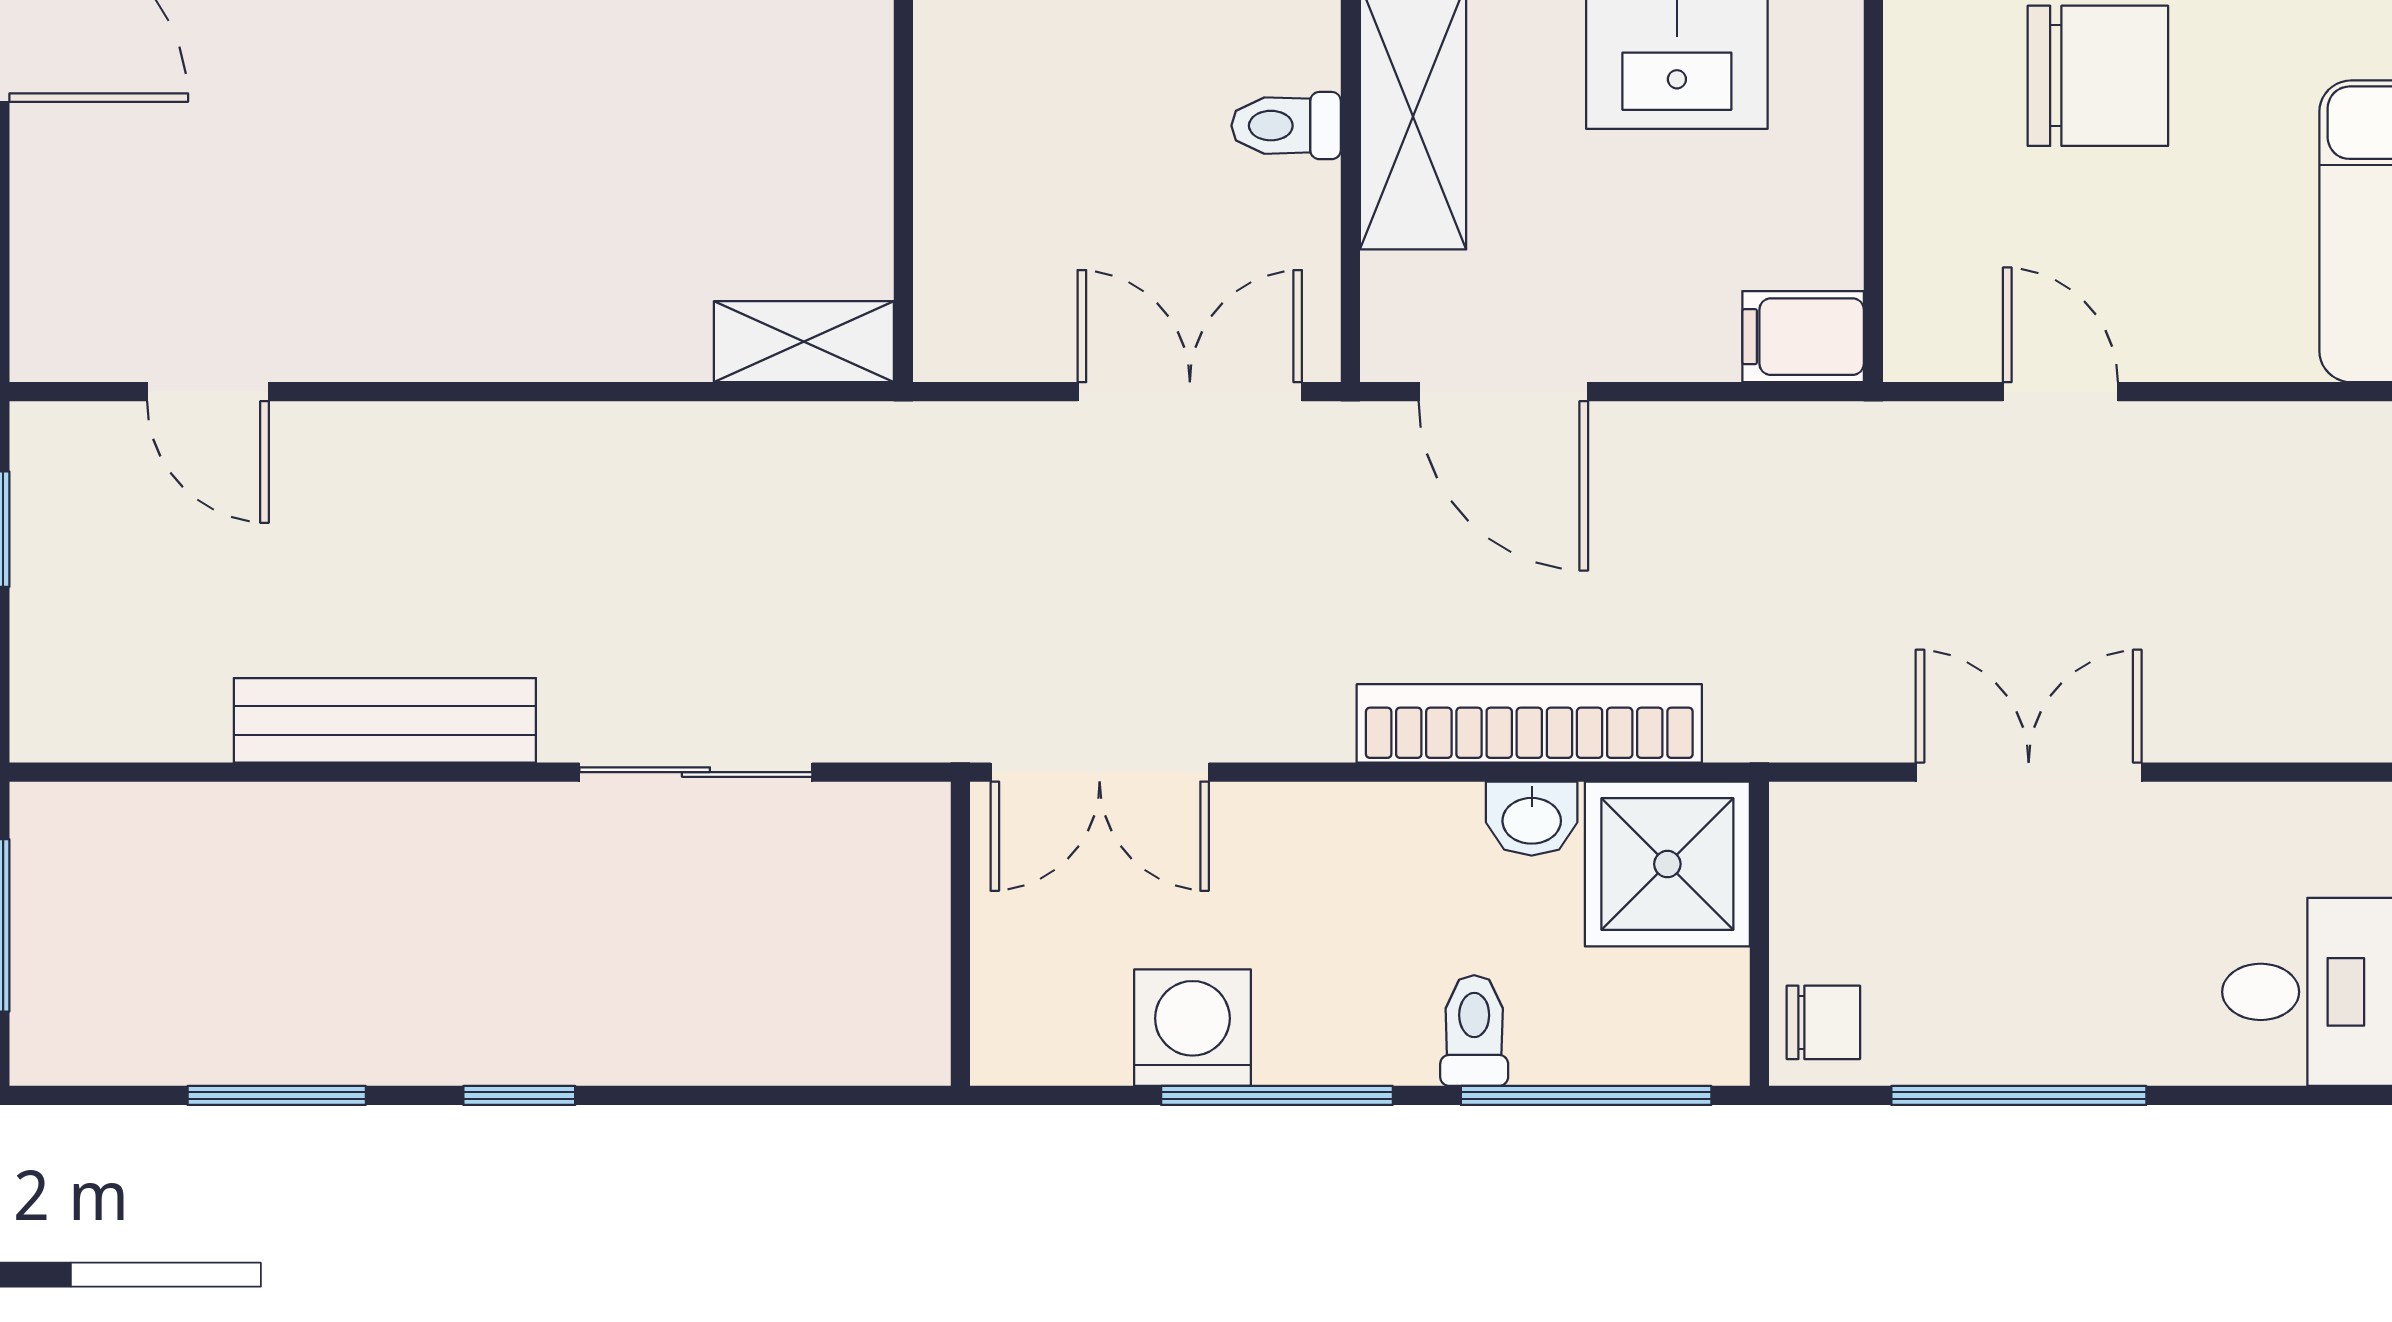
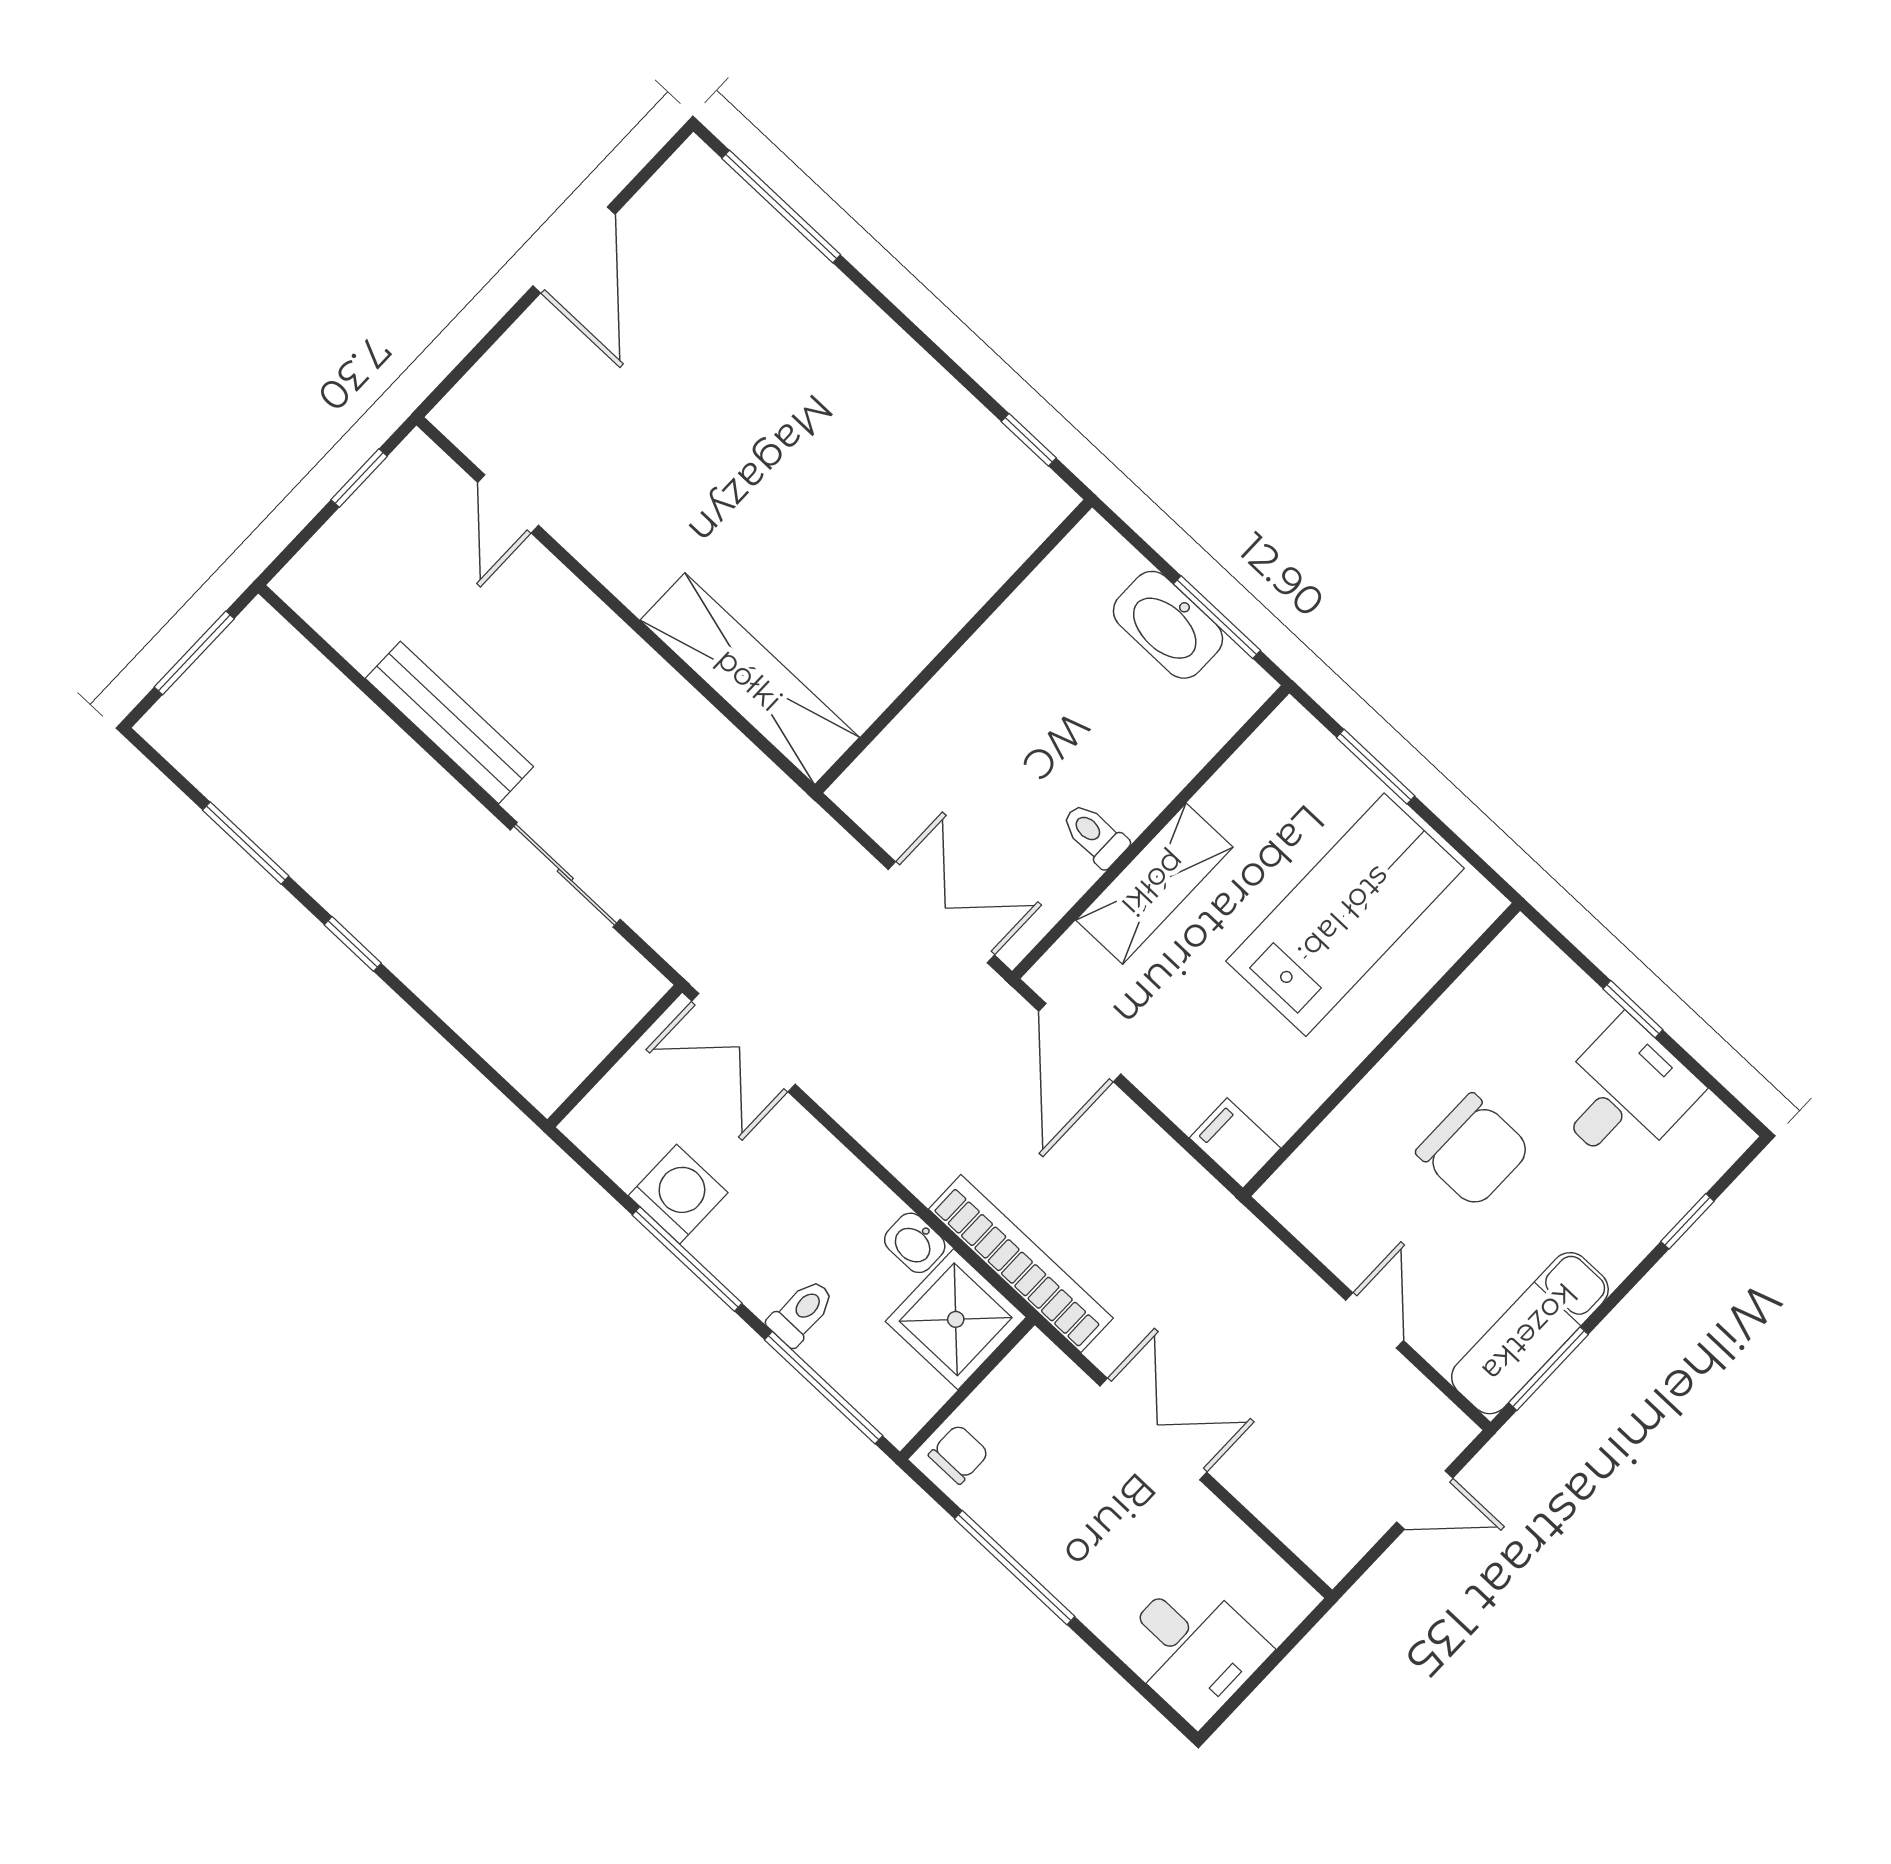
shelving: (804, 342) -> (750, 679), width x2.20, depth x1.33
door: (2060, 392) -> (1375, 1320), moved
bookcase: (1529, 723) -> (1021, 1264), moved
chair: (1823, 1022) -> (959, 1454), turned -90

